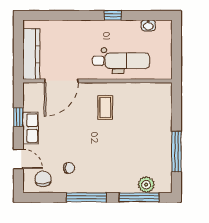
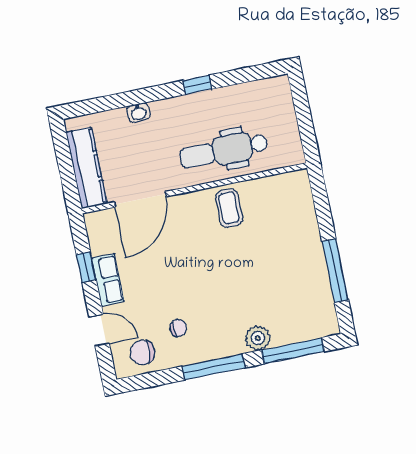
washbasin: (148, 25) -> (138, 113), moved
dental chair: (121, 61) -> (224, 150), turned 180
coffee table: (105, 108) -> (229, 208), moved
chair: (43, 179) -> (143, 352), turned -80
plant: (146, 185) -> (258, 338), moved

